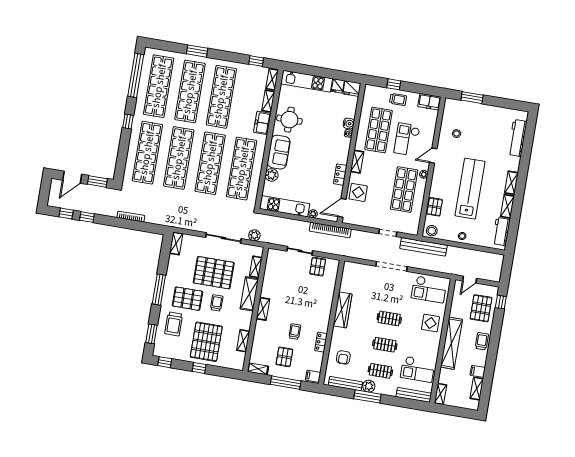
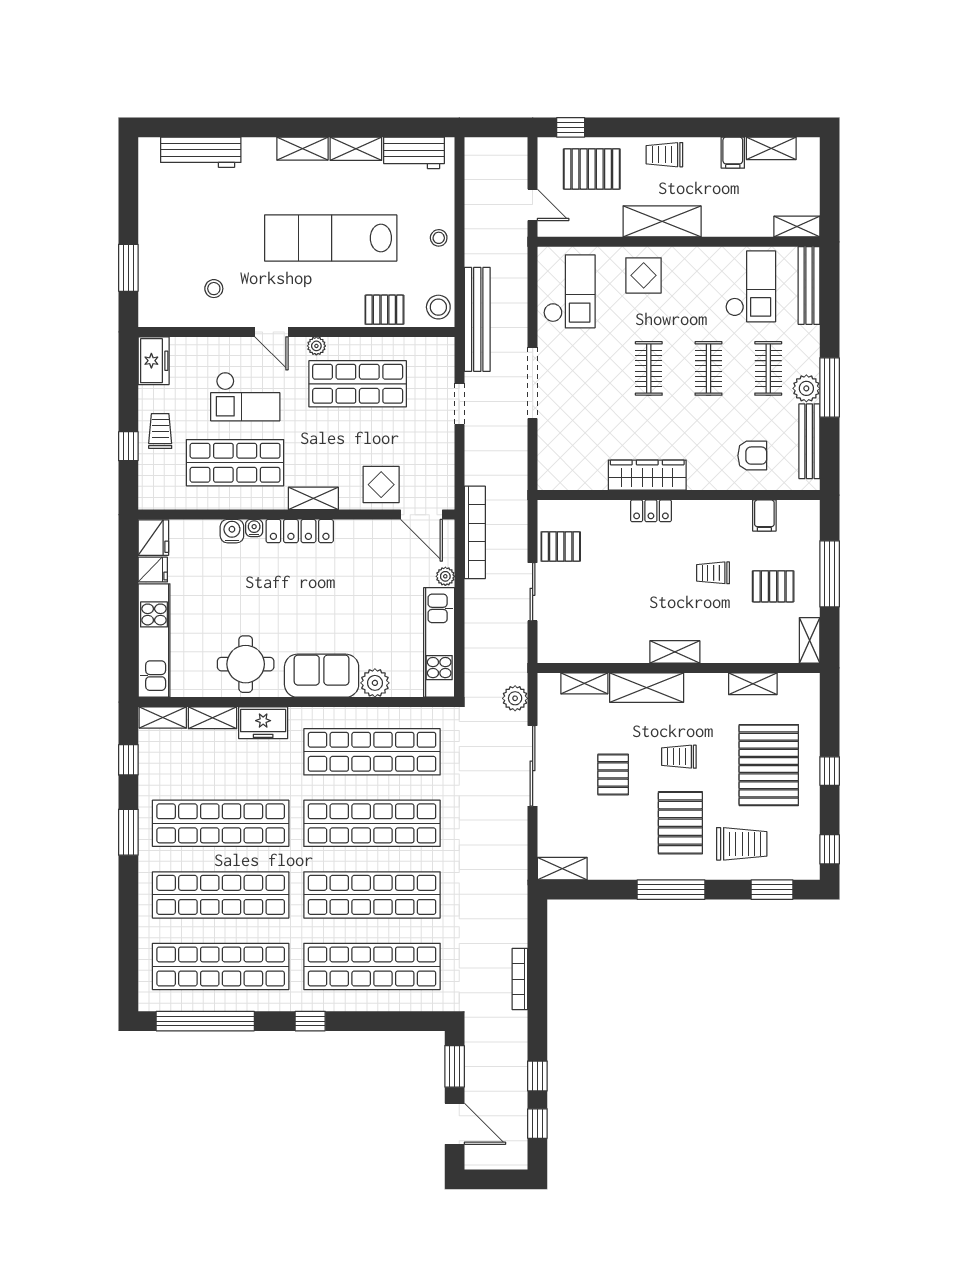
window: (197, 51) -> (128, 832), moved
locker: (340, 175) -> (300, 531), moved, width x1.53
pallet: (214, 273) -> (613, 775), width x0.49, depth x0.50
pallet: (206, 342) -> (769, 765), turned 90
locker: (321, 342) -> (651, 511), moved
shelving: (451, 343) -> (662, 221), width x0.68
filing cabinet: (313, 376) -> (764, 515), moved

